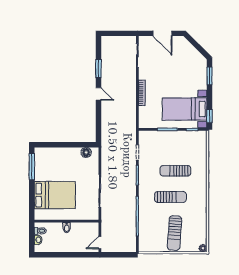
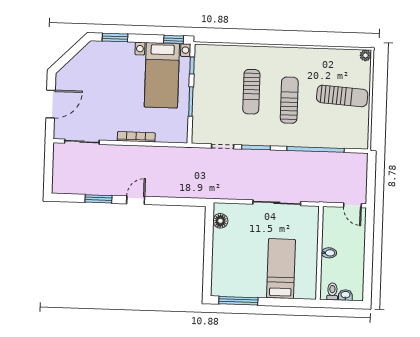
bed: (55, 195) -> (281, 269), width x0.67

